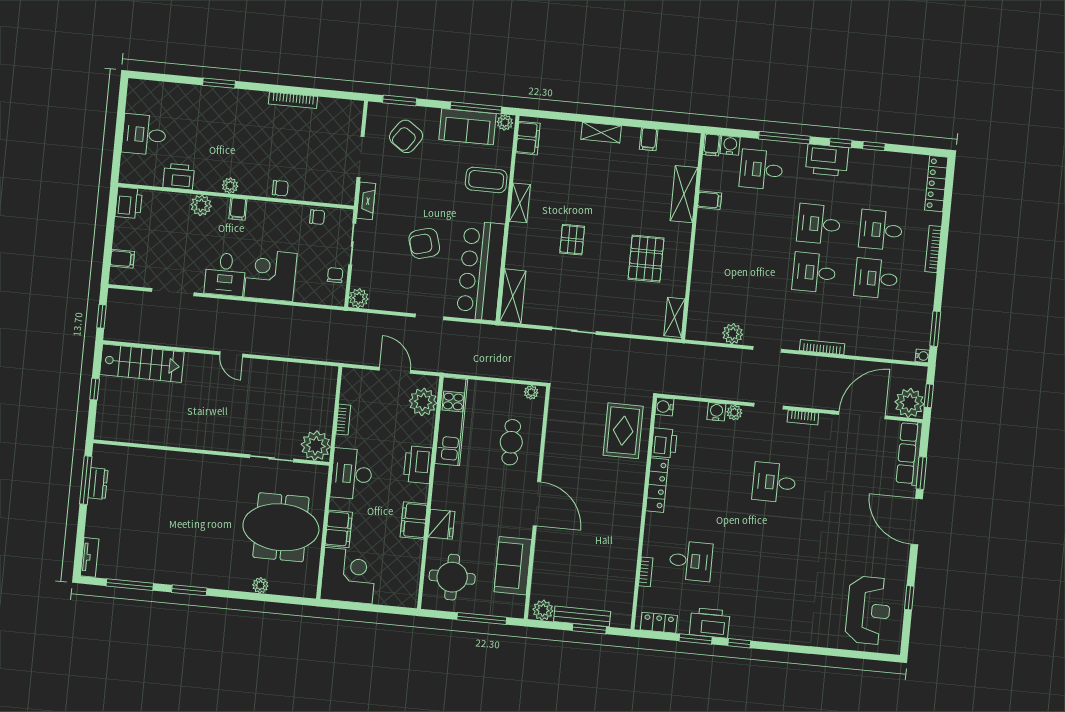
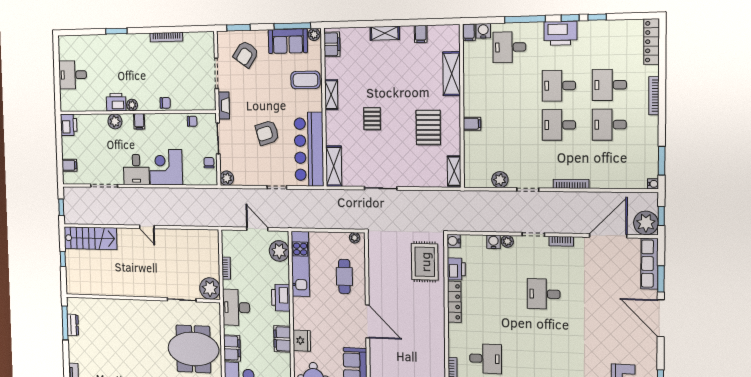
printer: (179, 177) -> (116, 102), moved
filing cabinet: (710, 200) -> (472, 124), moved

